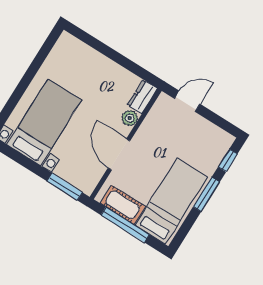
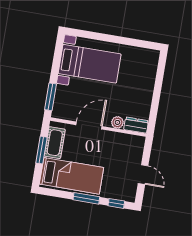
door: (187, 101) -> (143, 175), moved
window: (125, 225) -> (41, 150), width x0.69

